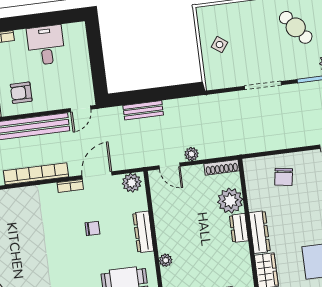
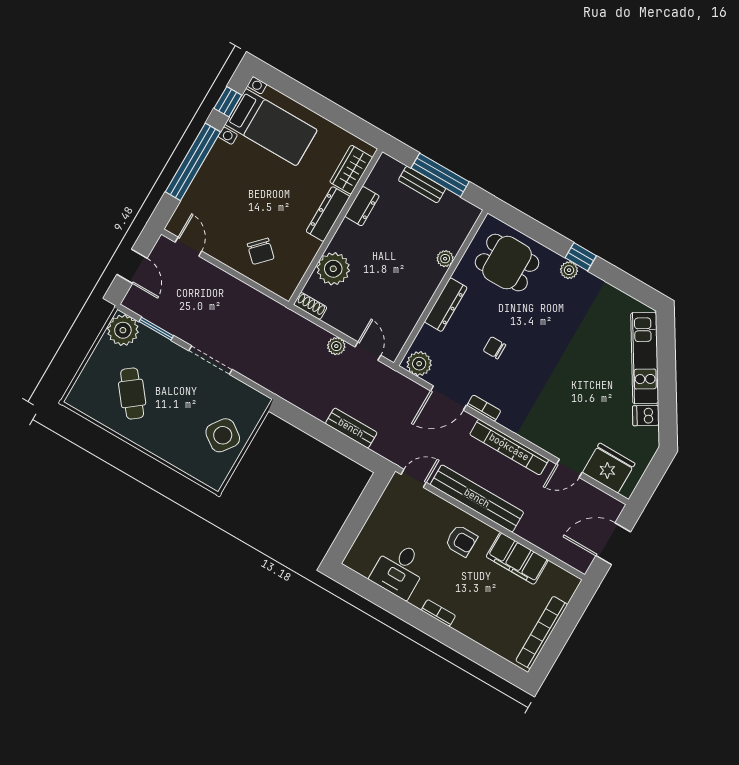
side table: (220, 45) -> (223, 435), width x1.87, depth x1.87
shoe rack: (222, 167) -> (310, 306), width x0.70
chair: (284, 177) -> (261, 251), turned 125
dresser: (239, 228) -> (362, 206), moved

